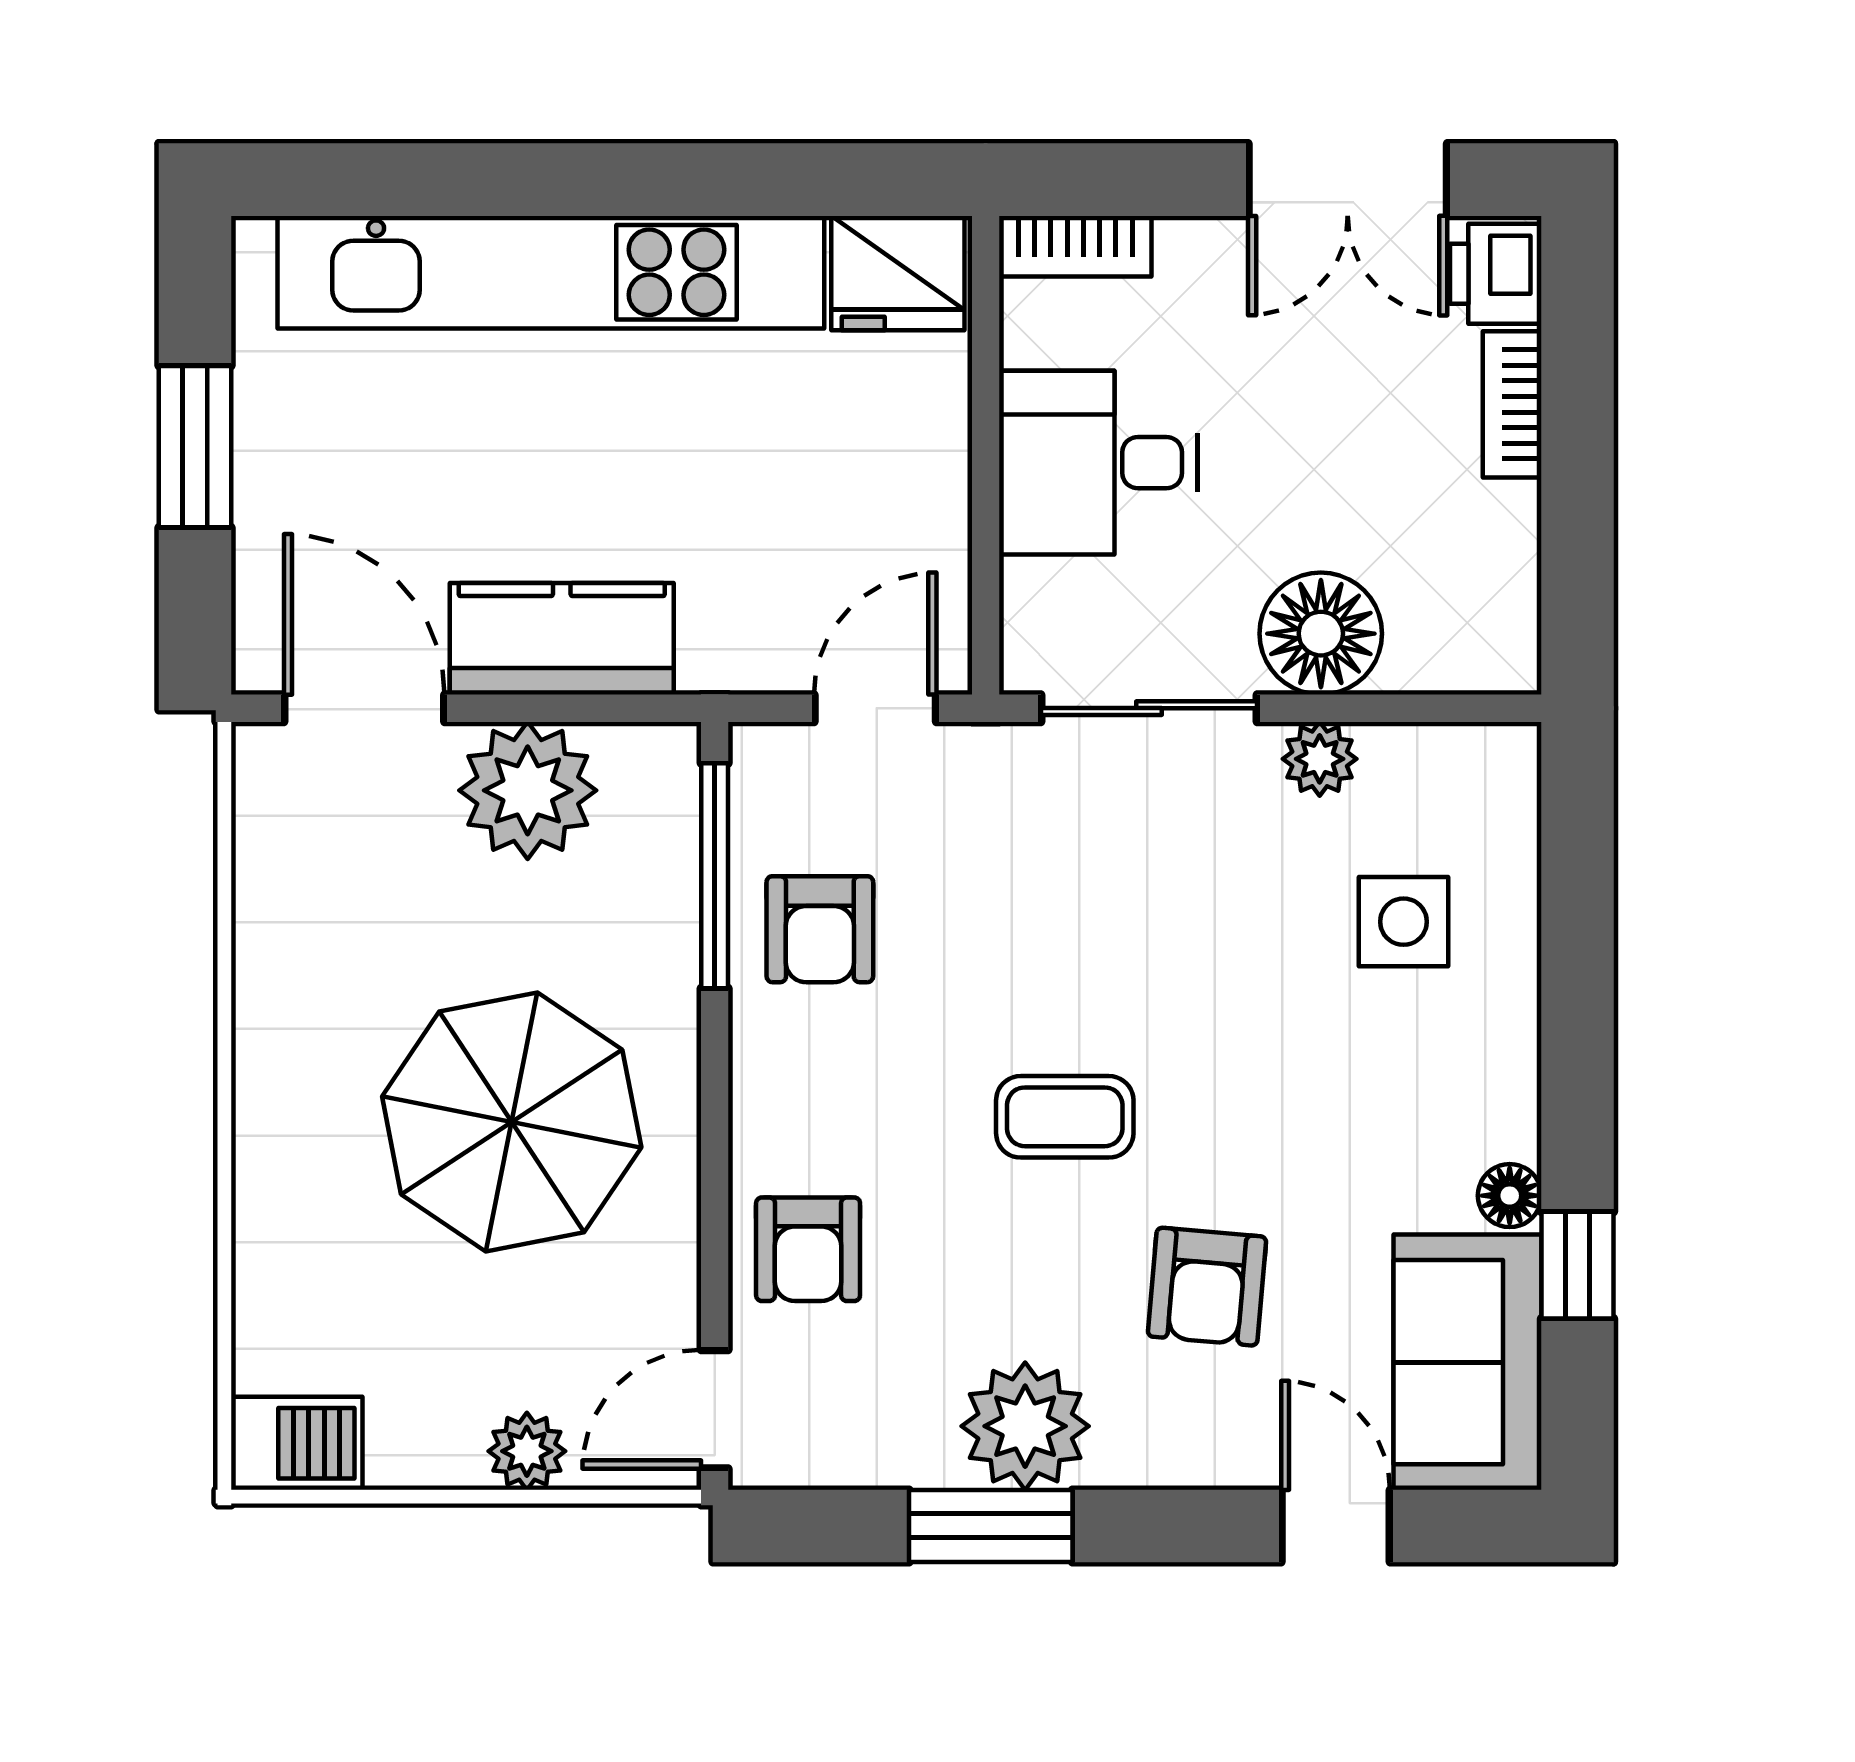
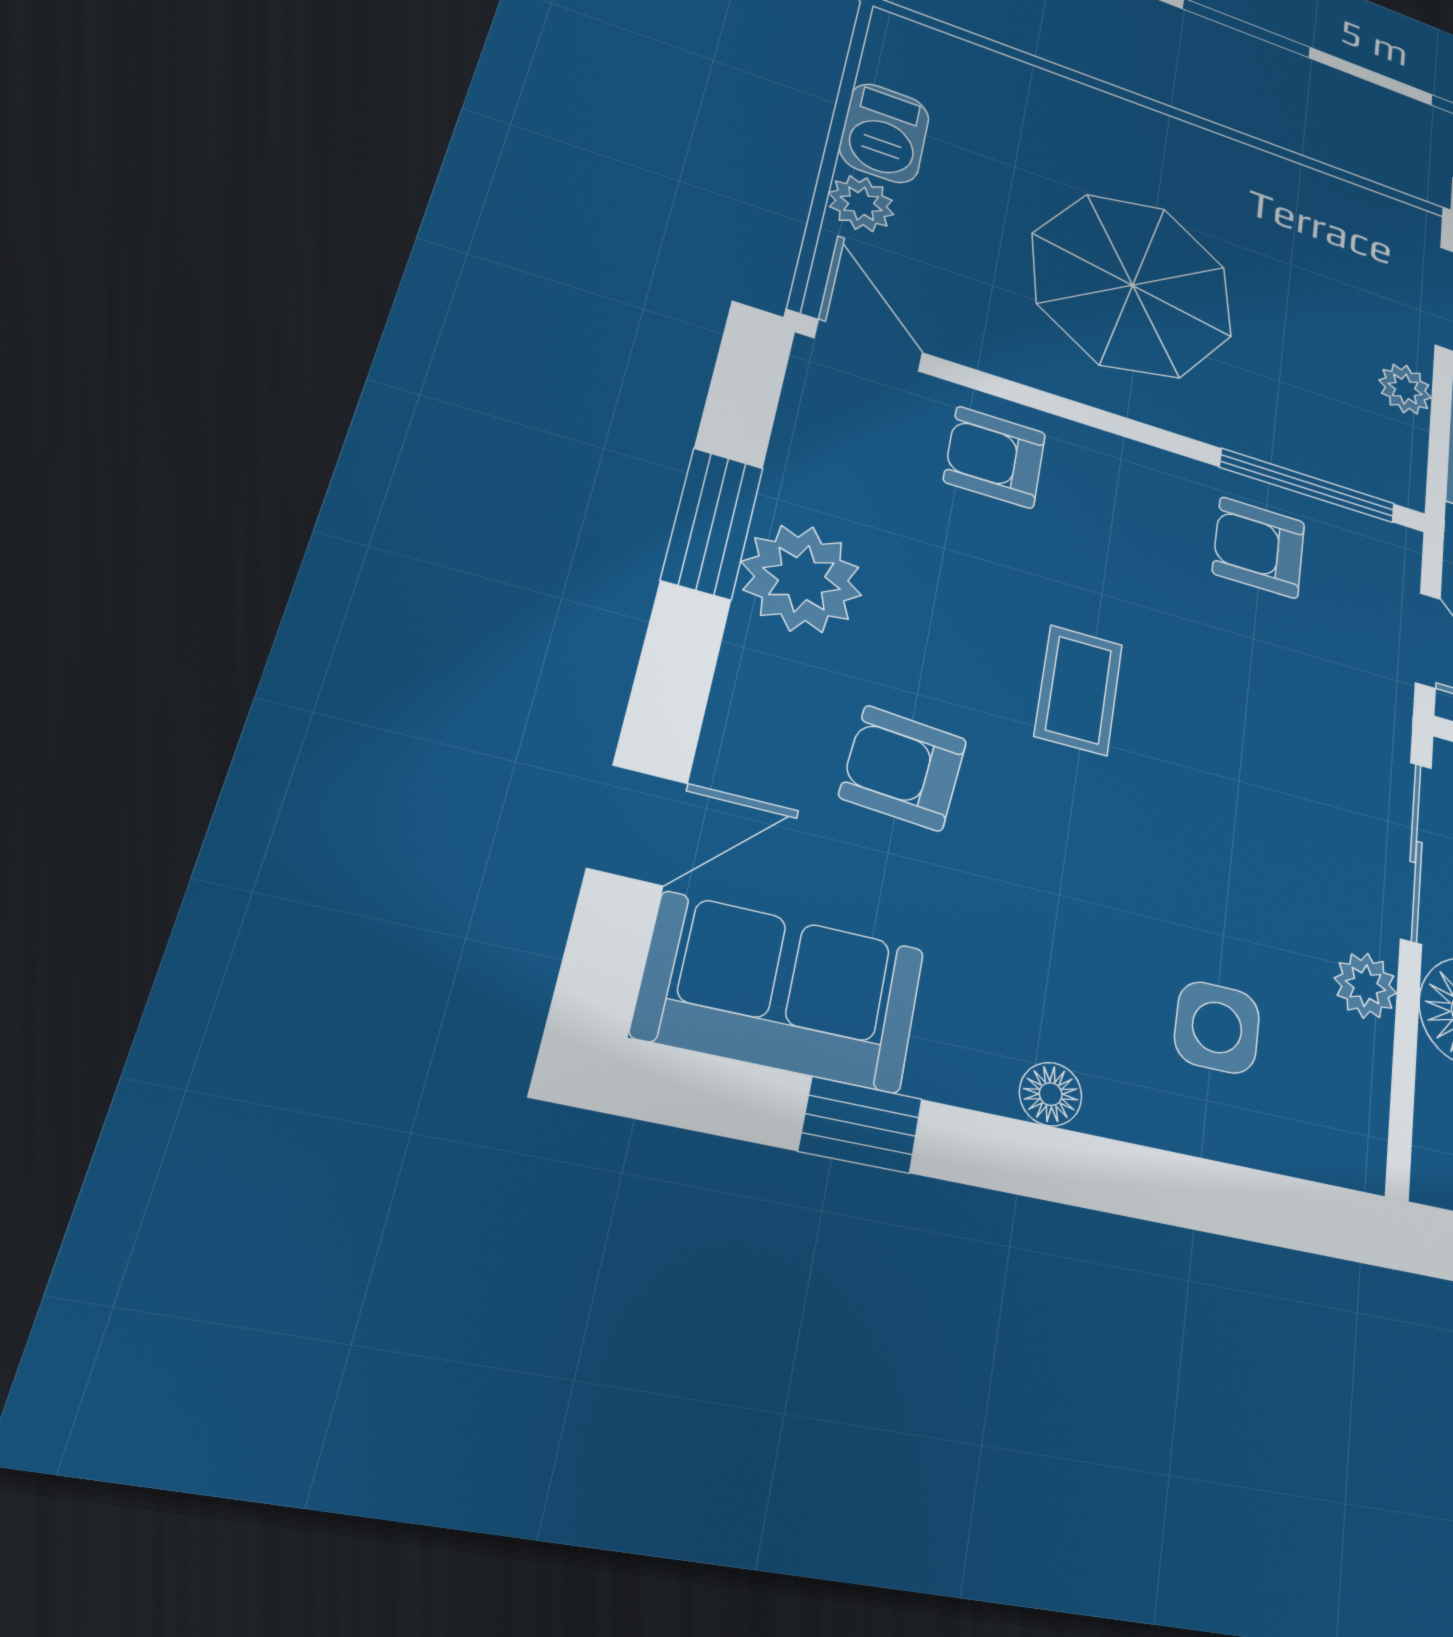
plant: (528, 790) -> (1405, 389), width x0.53, depth x0.53
floor lamp: (1510, 1196) -> (1051, 1094), moved
barbecue: (297, 1443) -> (884, 133), moved

